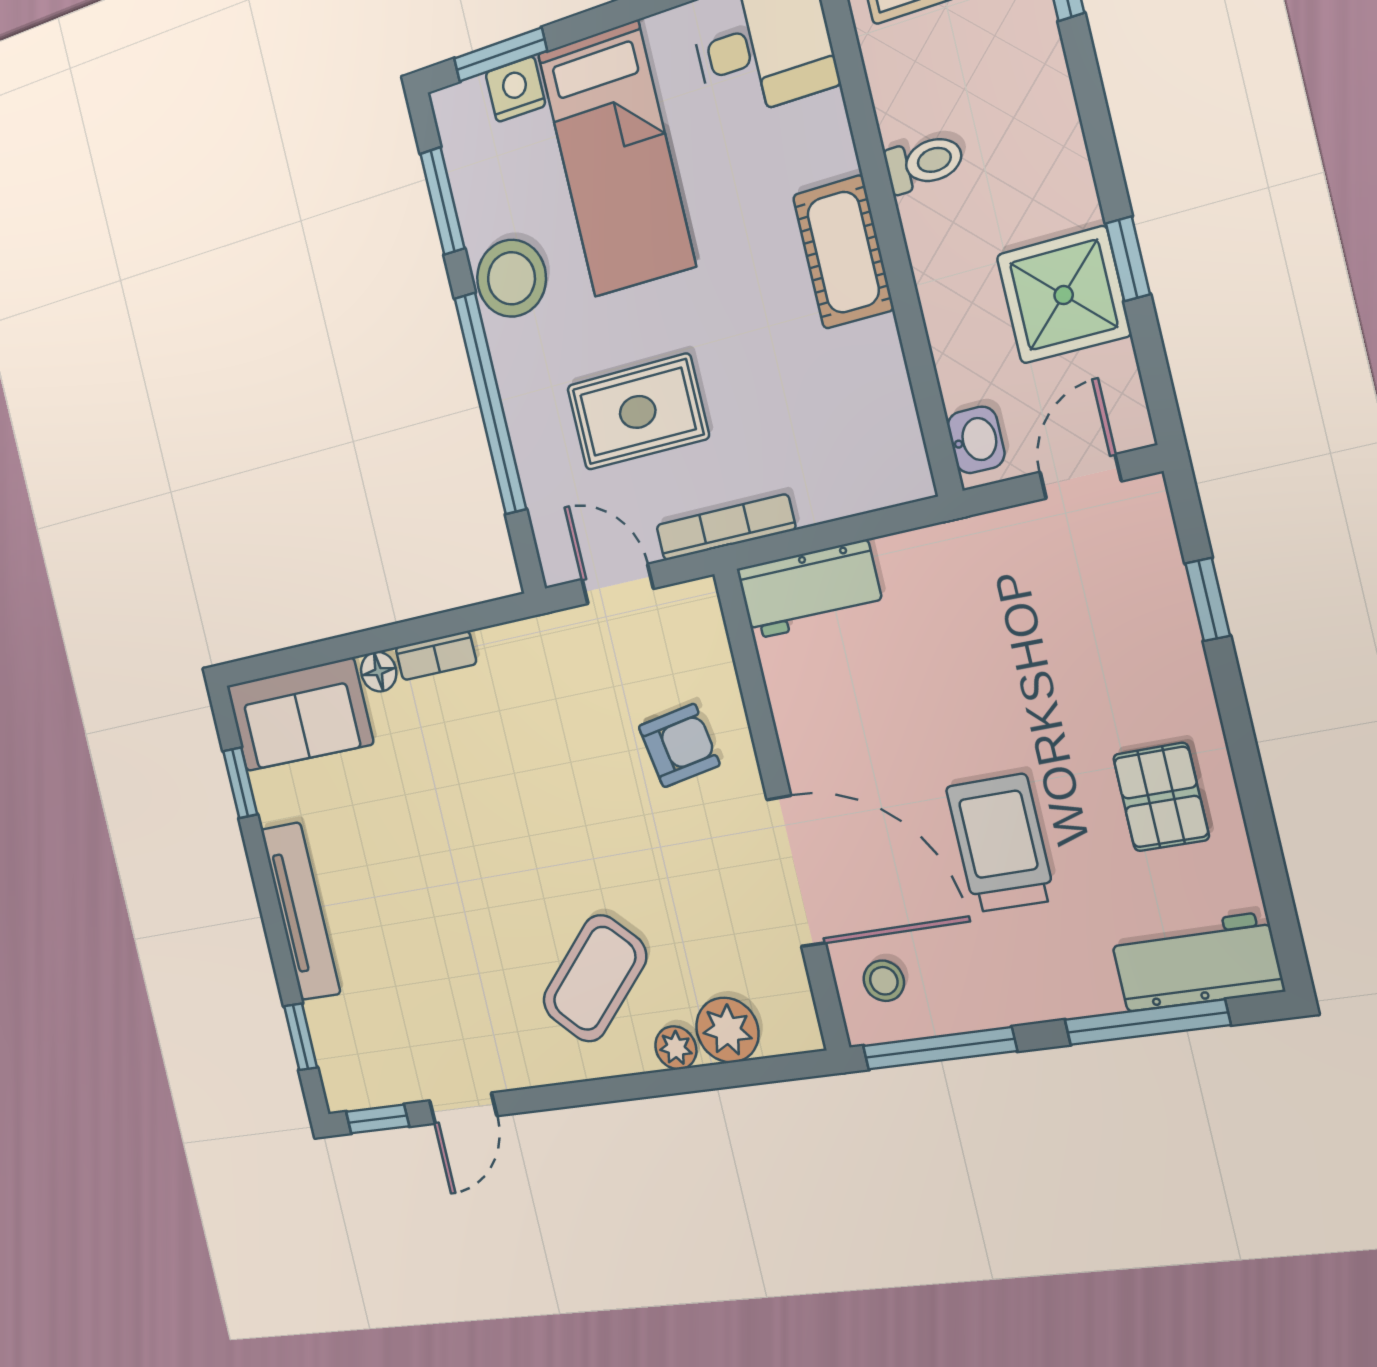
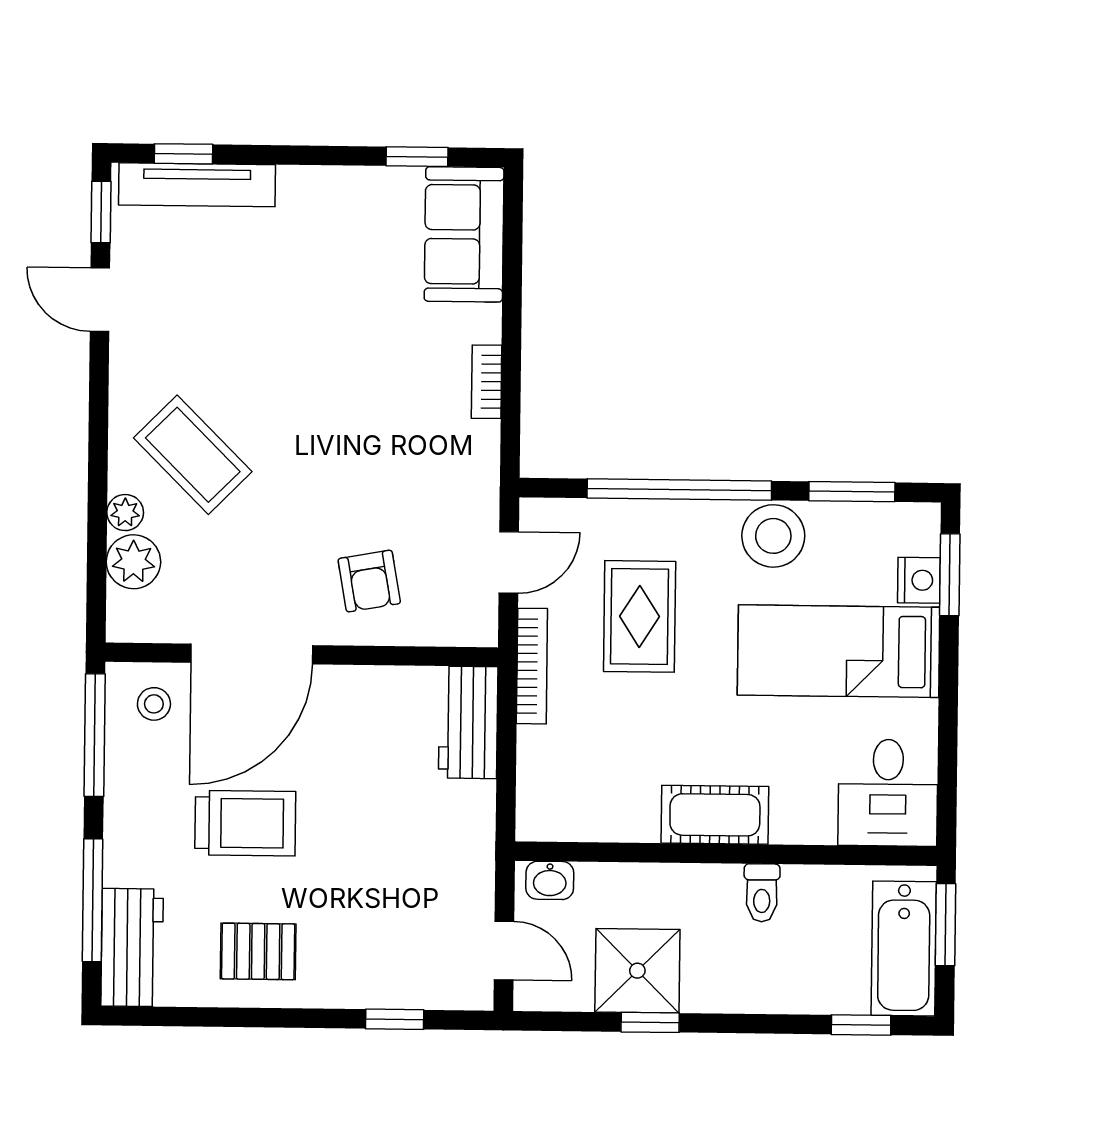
floor lamp: (379, 672) -> (485, 323), removed
tv unit: (301, 911) -> (197, 185), moved

